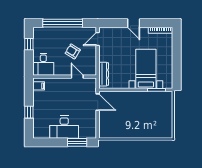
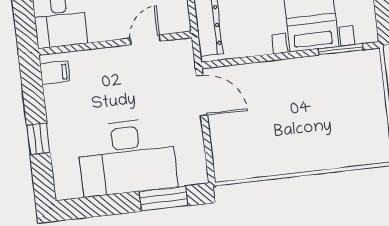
door: (77, 77) -> (145, 40), hinge flipped
desk: (64, 127) -> (127, 157), width x1.36, depth x1.30

